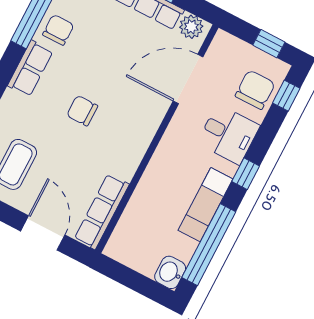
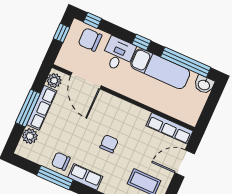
chair: (82, 111) -> (109, 144), turned 180
exam couch: (205, 205) -> (160, 69), width x1.36, depth x1.45

